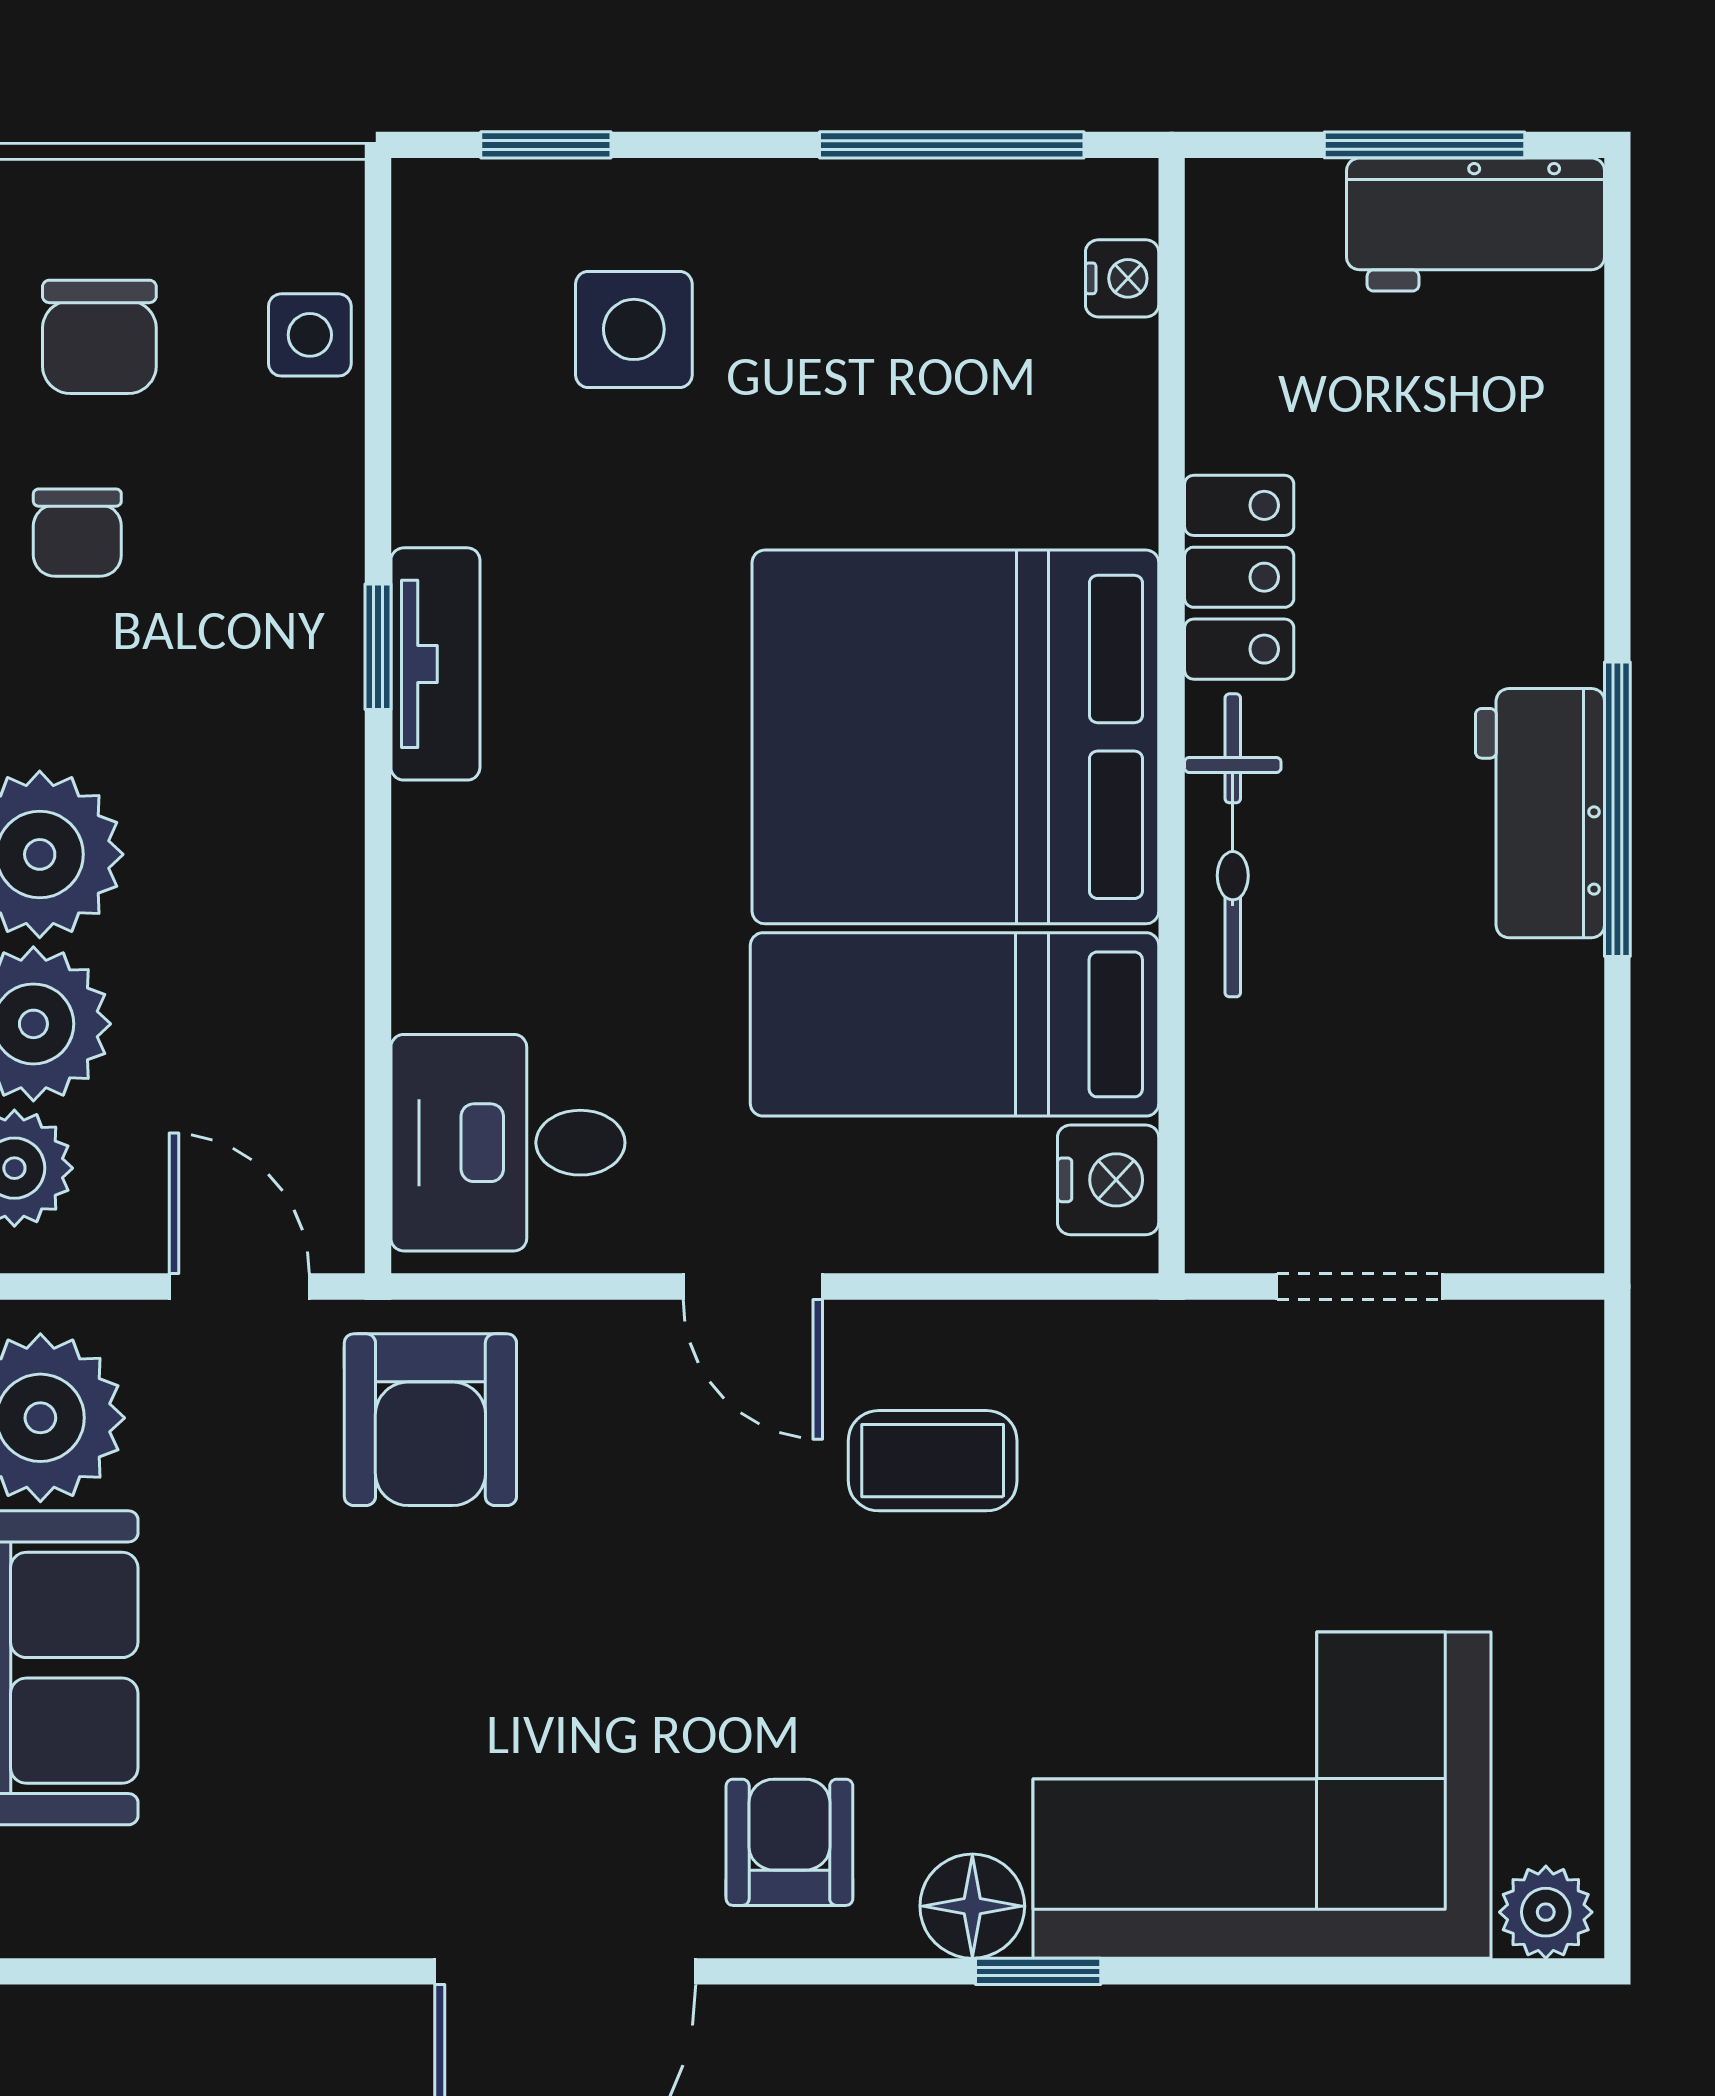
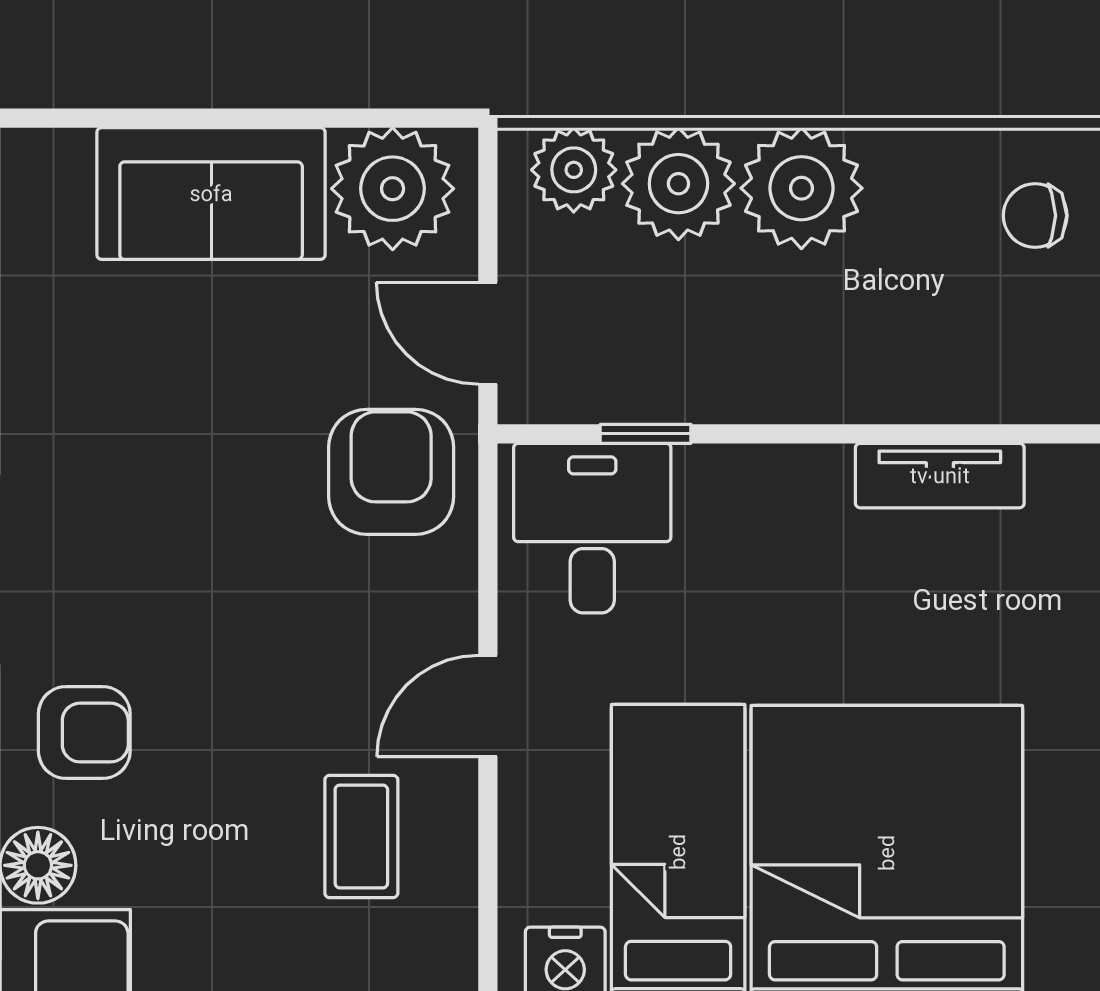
window: (378, 647) -> (646, 434), moved
door: (239, 1287) -> (488, 333), swing flipped
armchair: (430, 1420) -> (391, 472), turned 90

